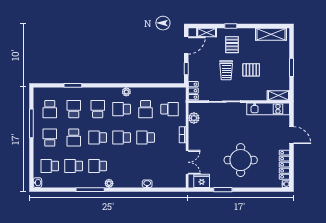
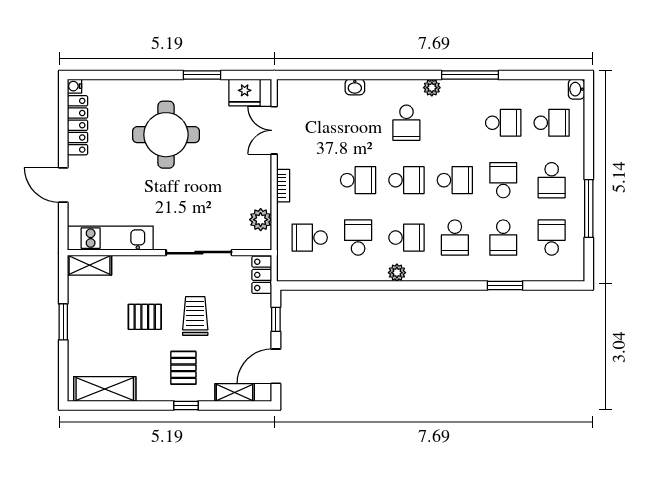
school desk: (98, 166) -> (406, 123), moved, turned 90

